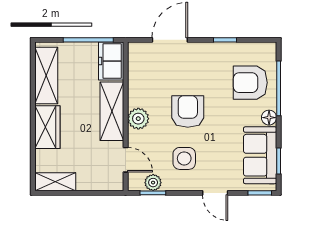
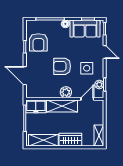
armchair: (250, 83) -> (38, 42), moved
door: (215, 193) -> (105, 52), hinge flipped

